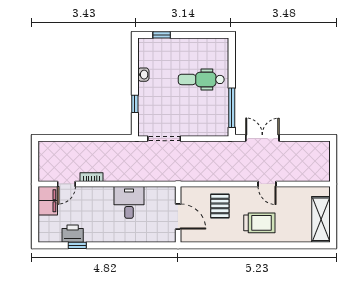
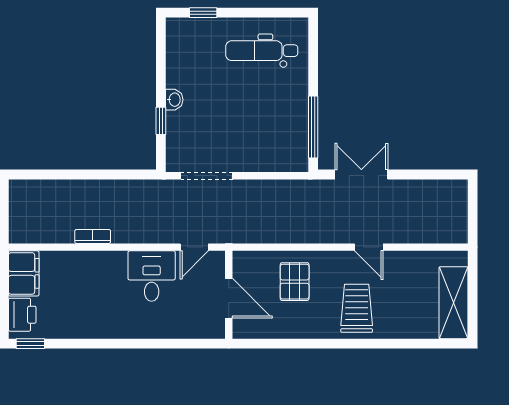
washbasin: (143, 75) -> (174, 100), moved
dental chair: (201, 79) -> (262, 51), moved
door: (66, 184) -> (194, 247), moved
trolley: (259, 223) -> (357, 308), turned -90
printer: (73, 234) -> (22, 315), moved, turned 90
window: (77, 245) -> (30, 344), moved

